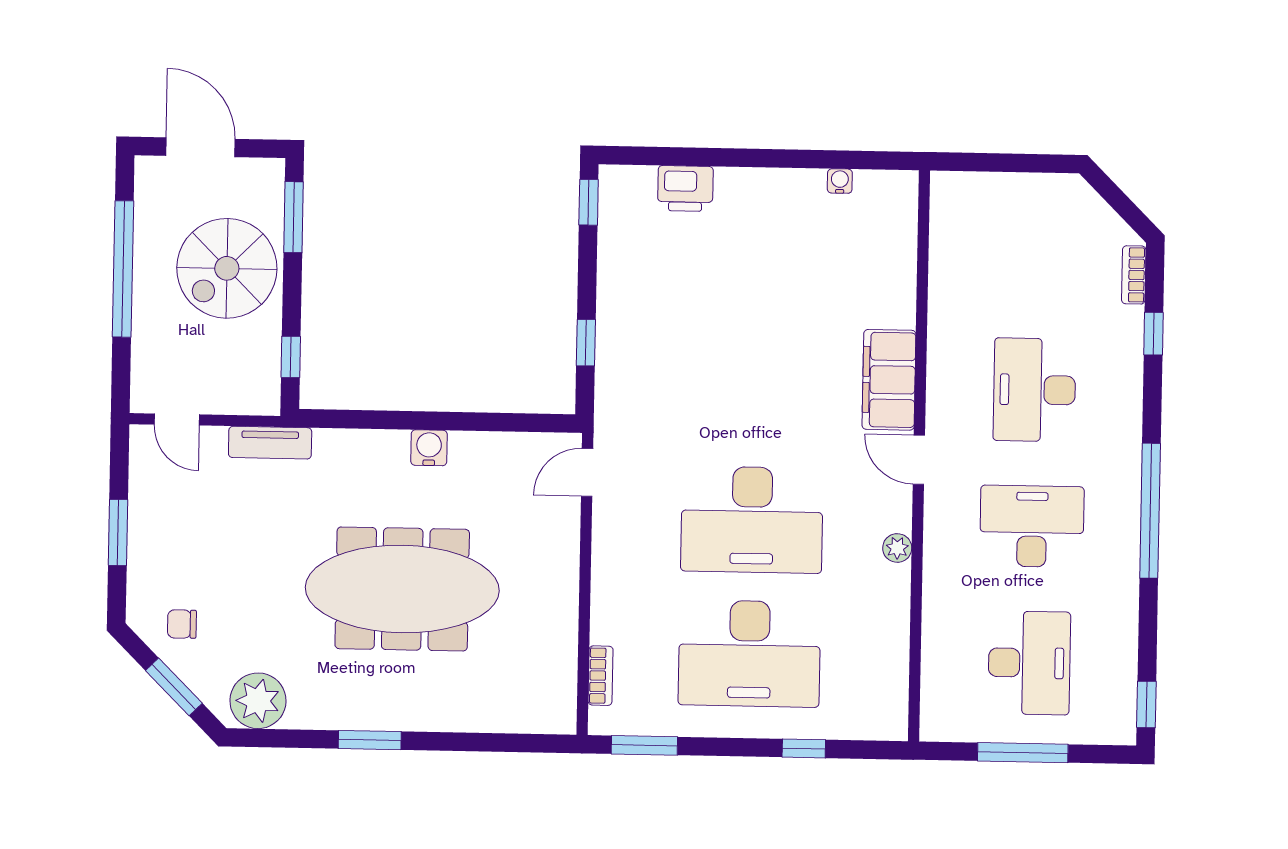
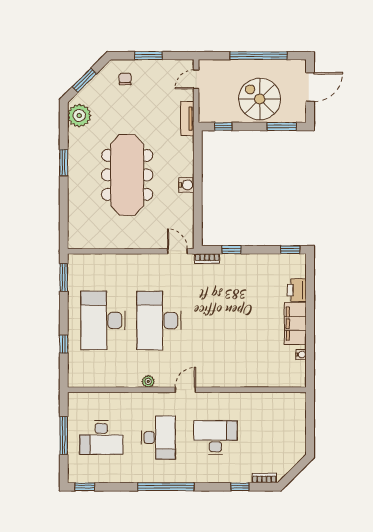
filing cabinet: (889, 380) -> (295, 324), moved, turned -90
chair: (182, 624) -> (125, 79), moved
bookcase: (601, 676) -> (207, 258), moved

